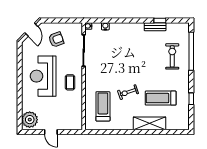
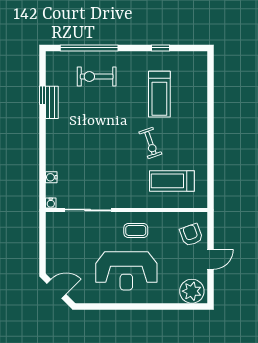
armchair: (56, 40) -> (191, 235), moved
shelving: (150, 123) -> (198, 111), removed

